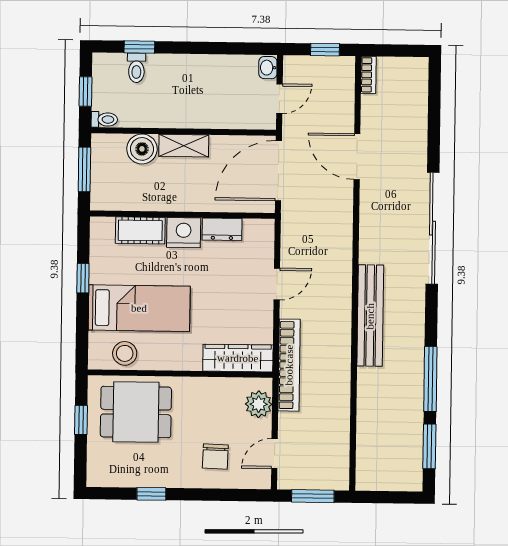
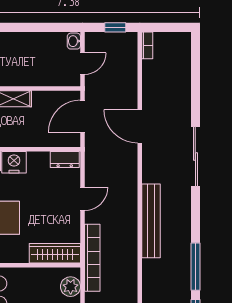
door: (357, 157) -> (140, 126), moved
door: (278, 171) -> (83, 116), width x0.73
sliding door: (432, 228) -> (195, 156), width x0.73
dresser: (222, 229) -> (65, 159), moved

